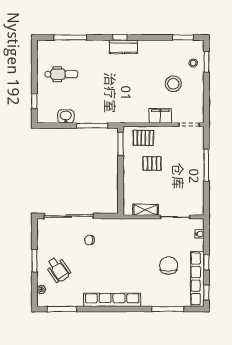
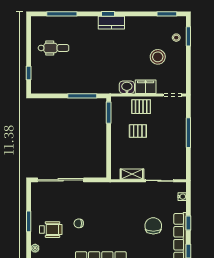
washbasin: (66, 116) -> (127, 87), moved
pallet: (143, 138) -> (141, 107), moved
chair: (90, 240) -> (79, 223), moved
wheelchair: (58, 269) -> (51, 230), turned -55

